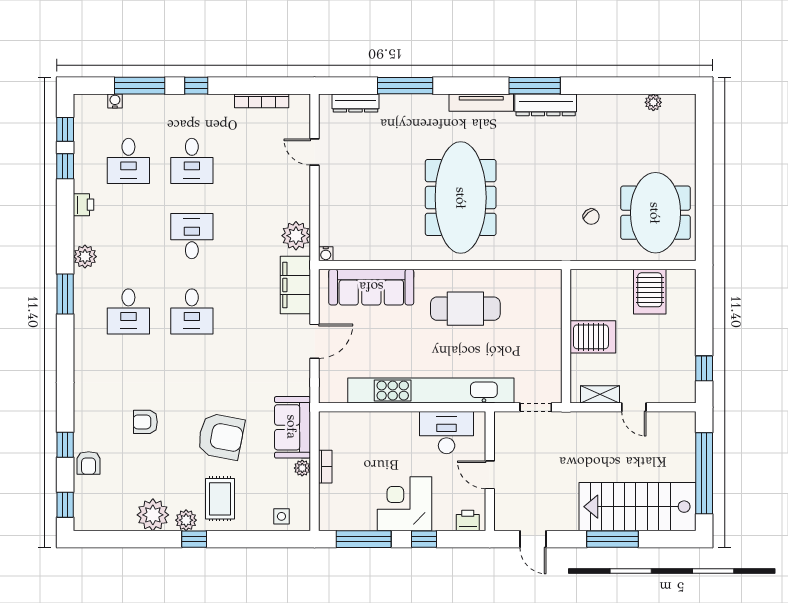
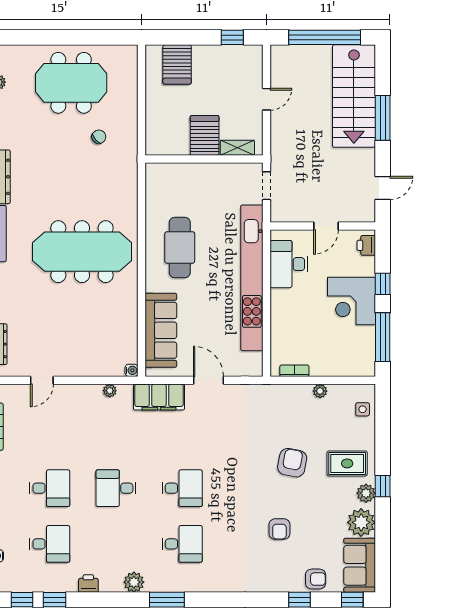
meeting table: (655, 213) -> (71, 83), moved
plant: (296, 236) -> (110, 391), width x0.53, depth x0.53
server rack: (650, 292) -> (177, 65), moved, turned 90
shelving: (600, 394) -> (237, 148), moved, turned 90
sofa: (292, 427) -> (360, 565), moved, turned 90
armchair: (221, 436) -> (292, 463), width x0.73, depth x0.73
bookcase: (325, 467) -> (294, 371), moved

